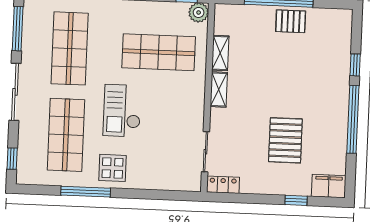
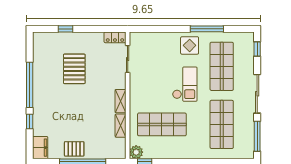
filing cabinet: (329, 186) -> (40, 148), moved, turned -90

